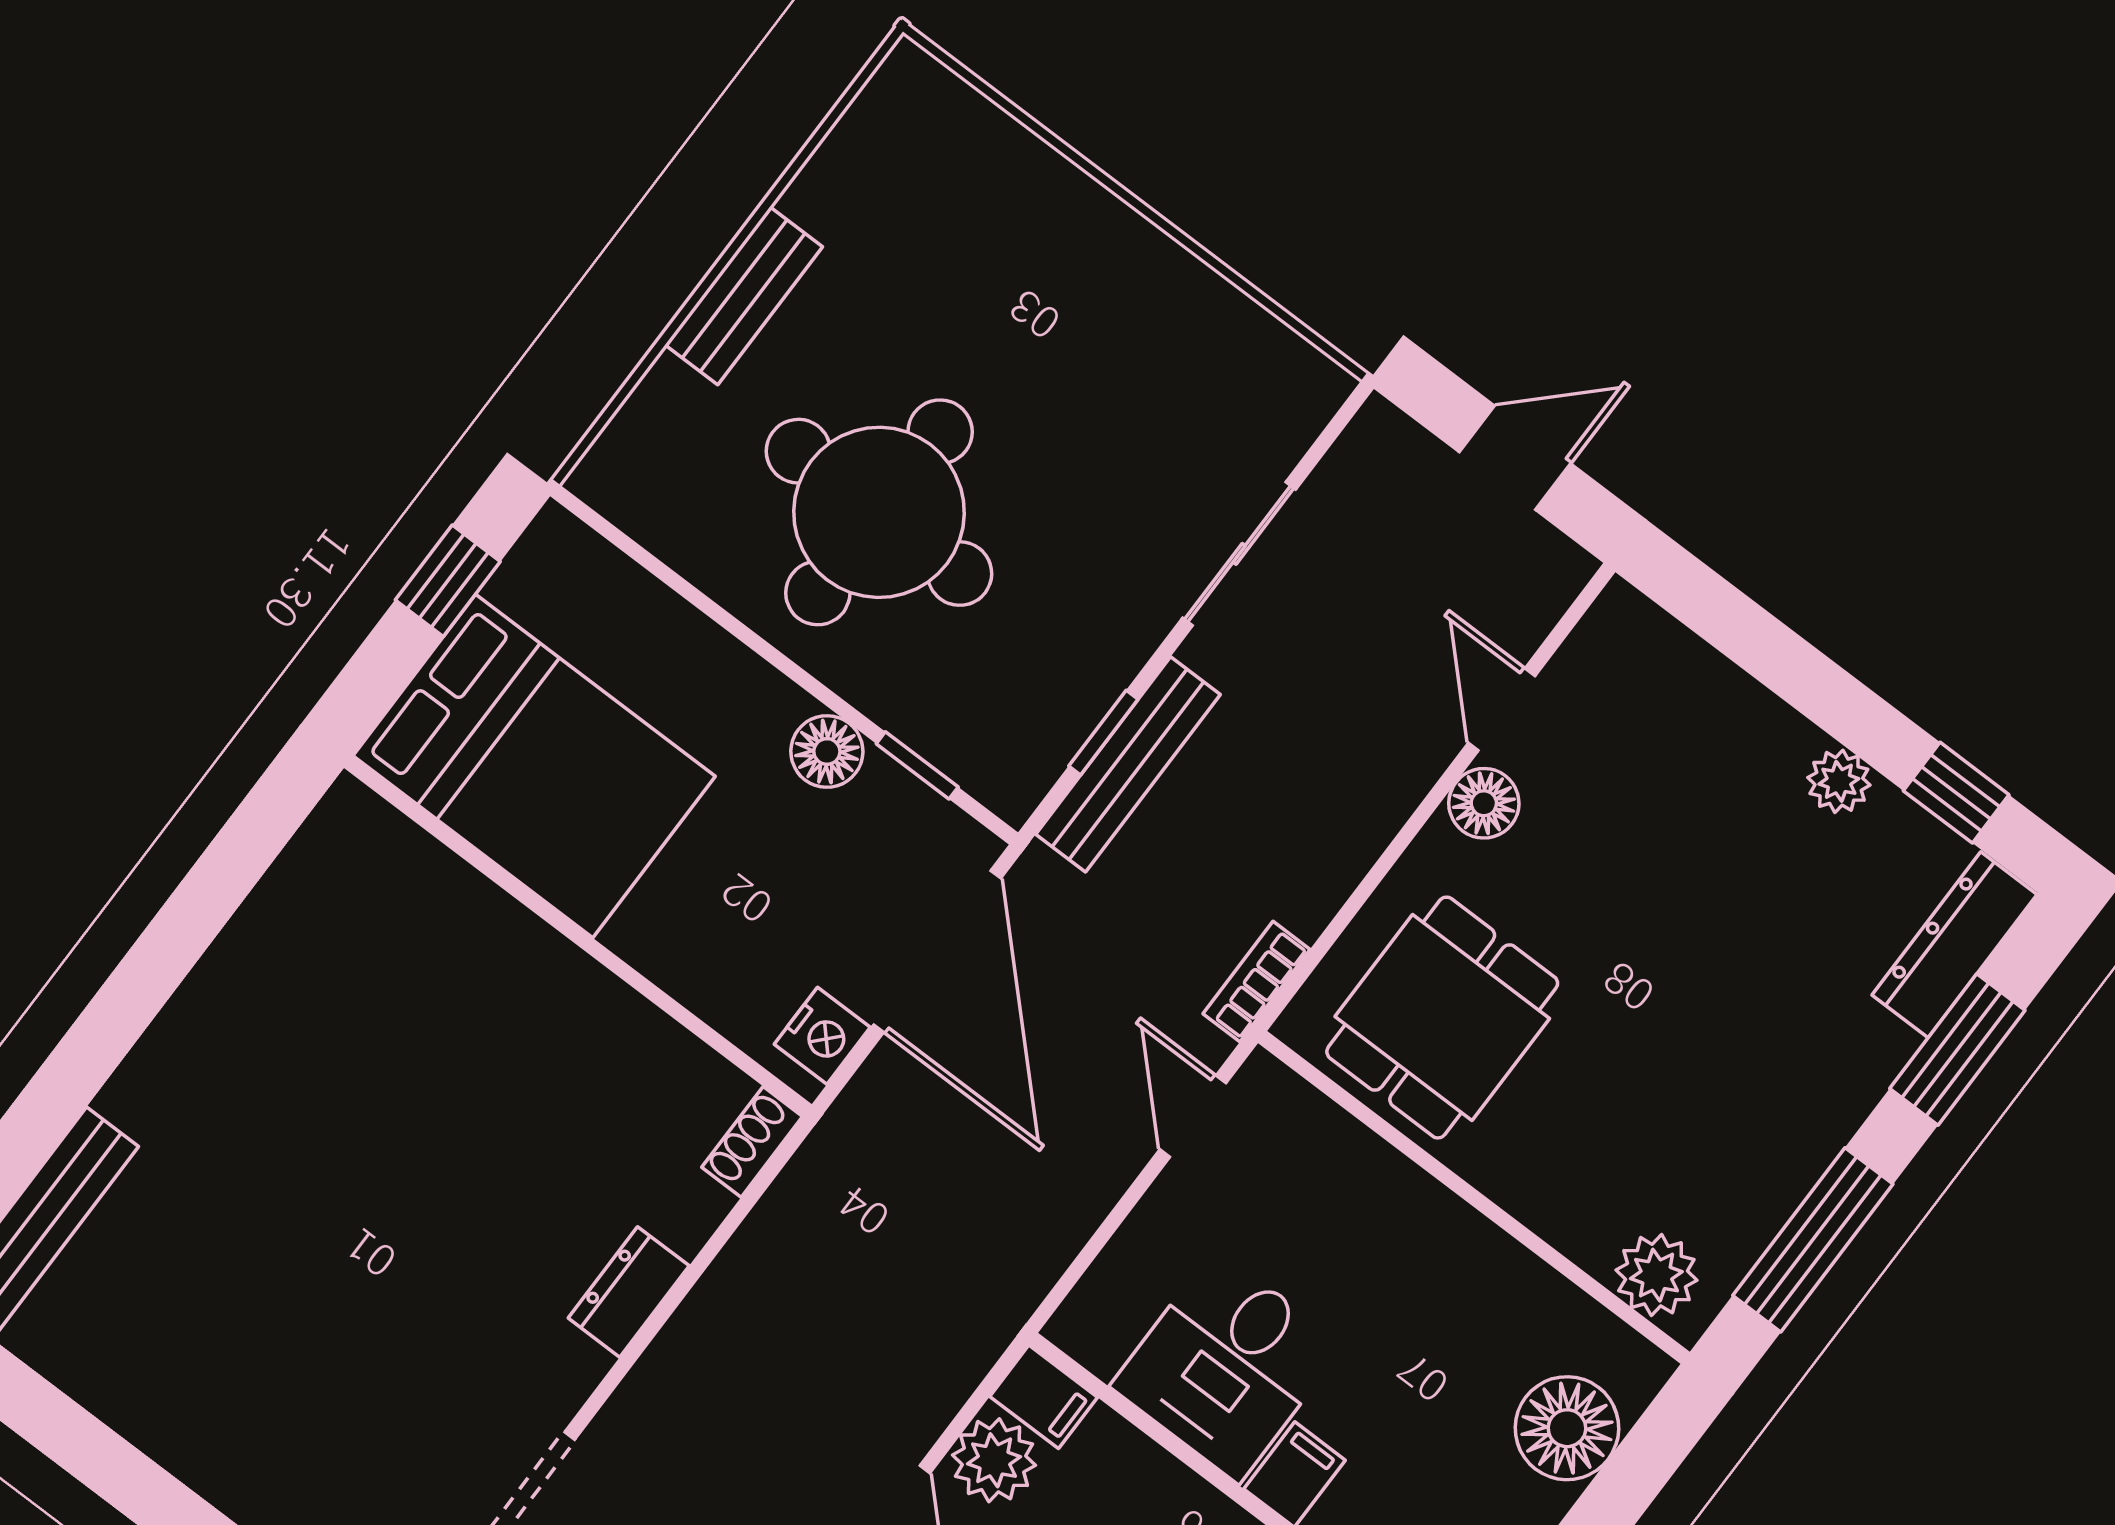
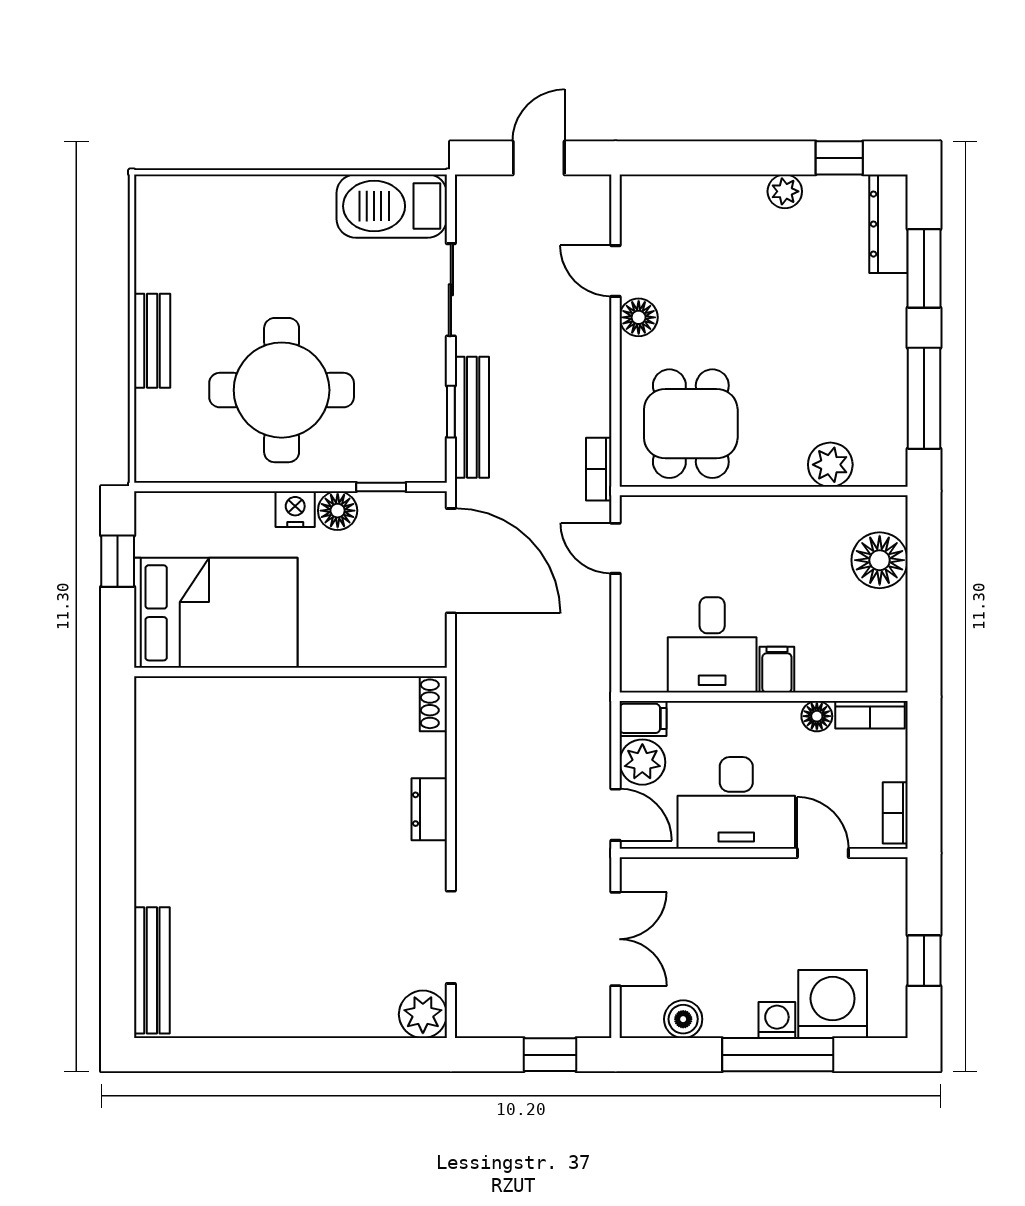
barbecue: (1246, 365) -> (392, 206), added
nightstand: (822, 1036) -> (295, 509), moved, turned -90
plant: (1656, 1275) -> (830, 465), moved

